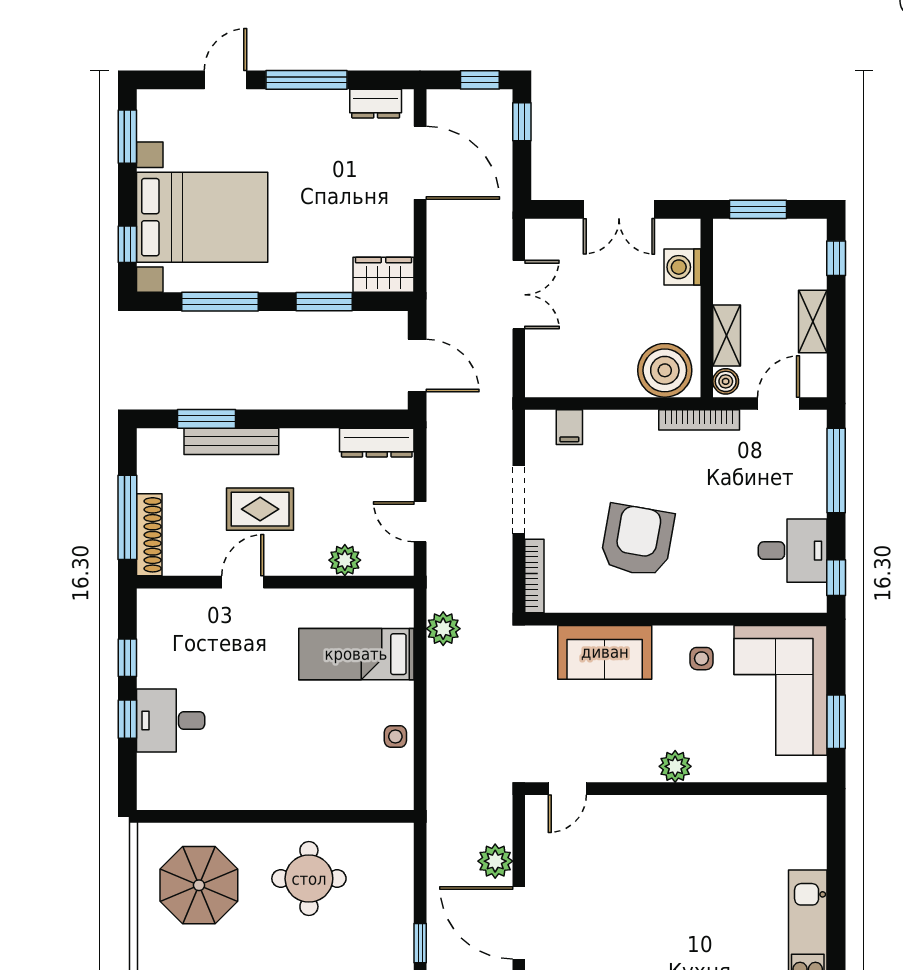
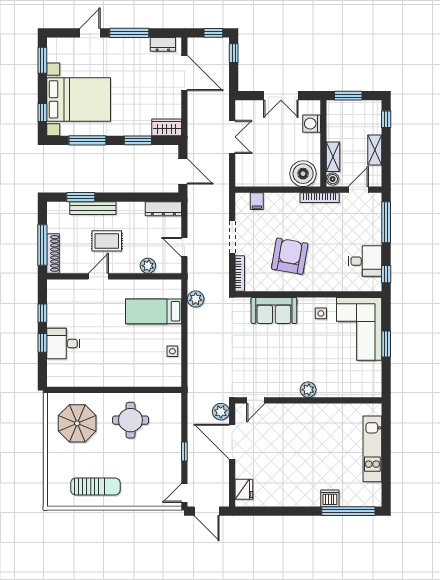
plant: (675, 766) -> (308, 390), moved
door: (567, 789) -> (256, 400), moved
wall: (676, 789) -> (308, 400), moved

